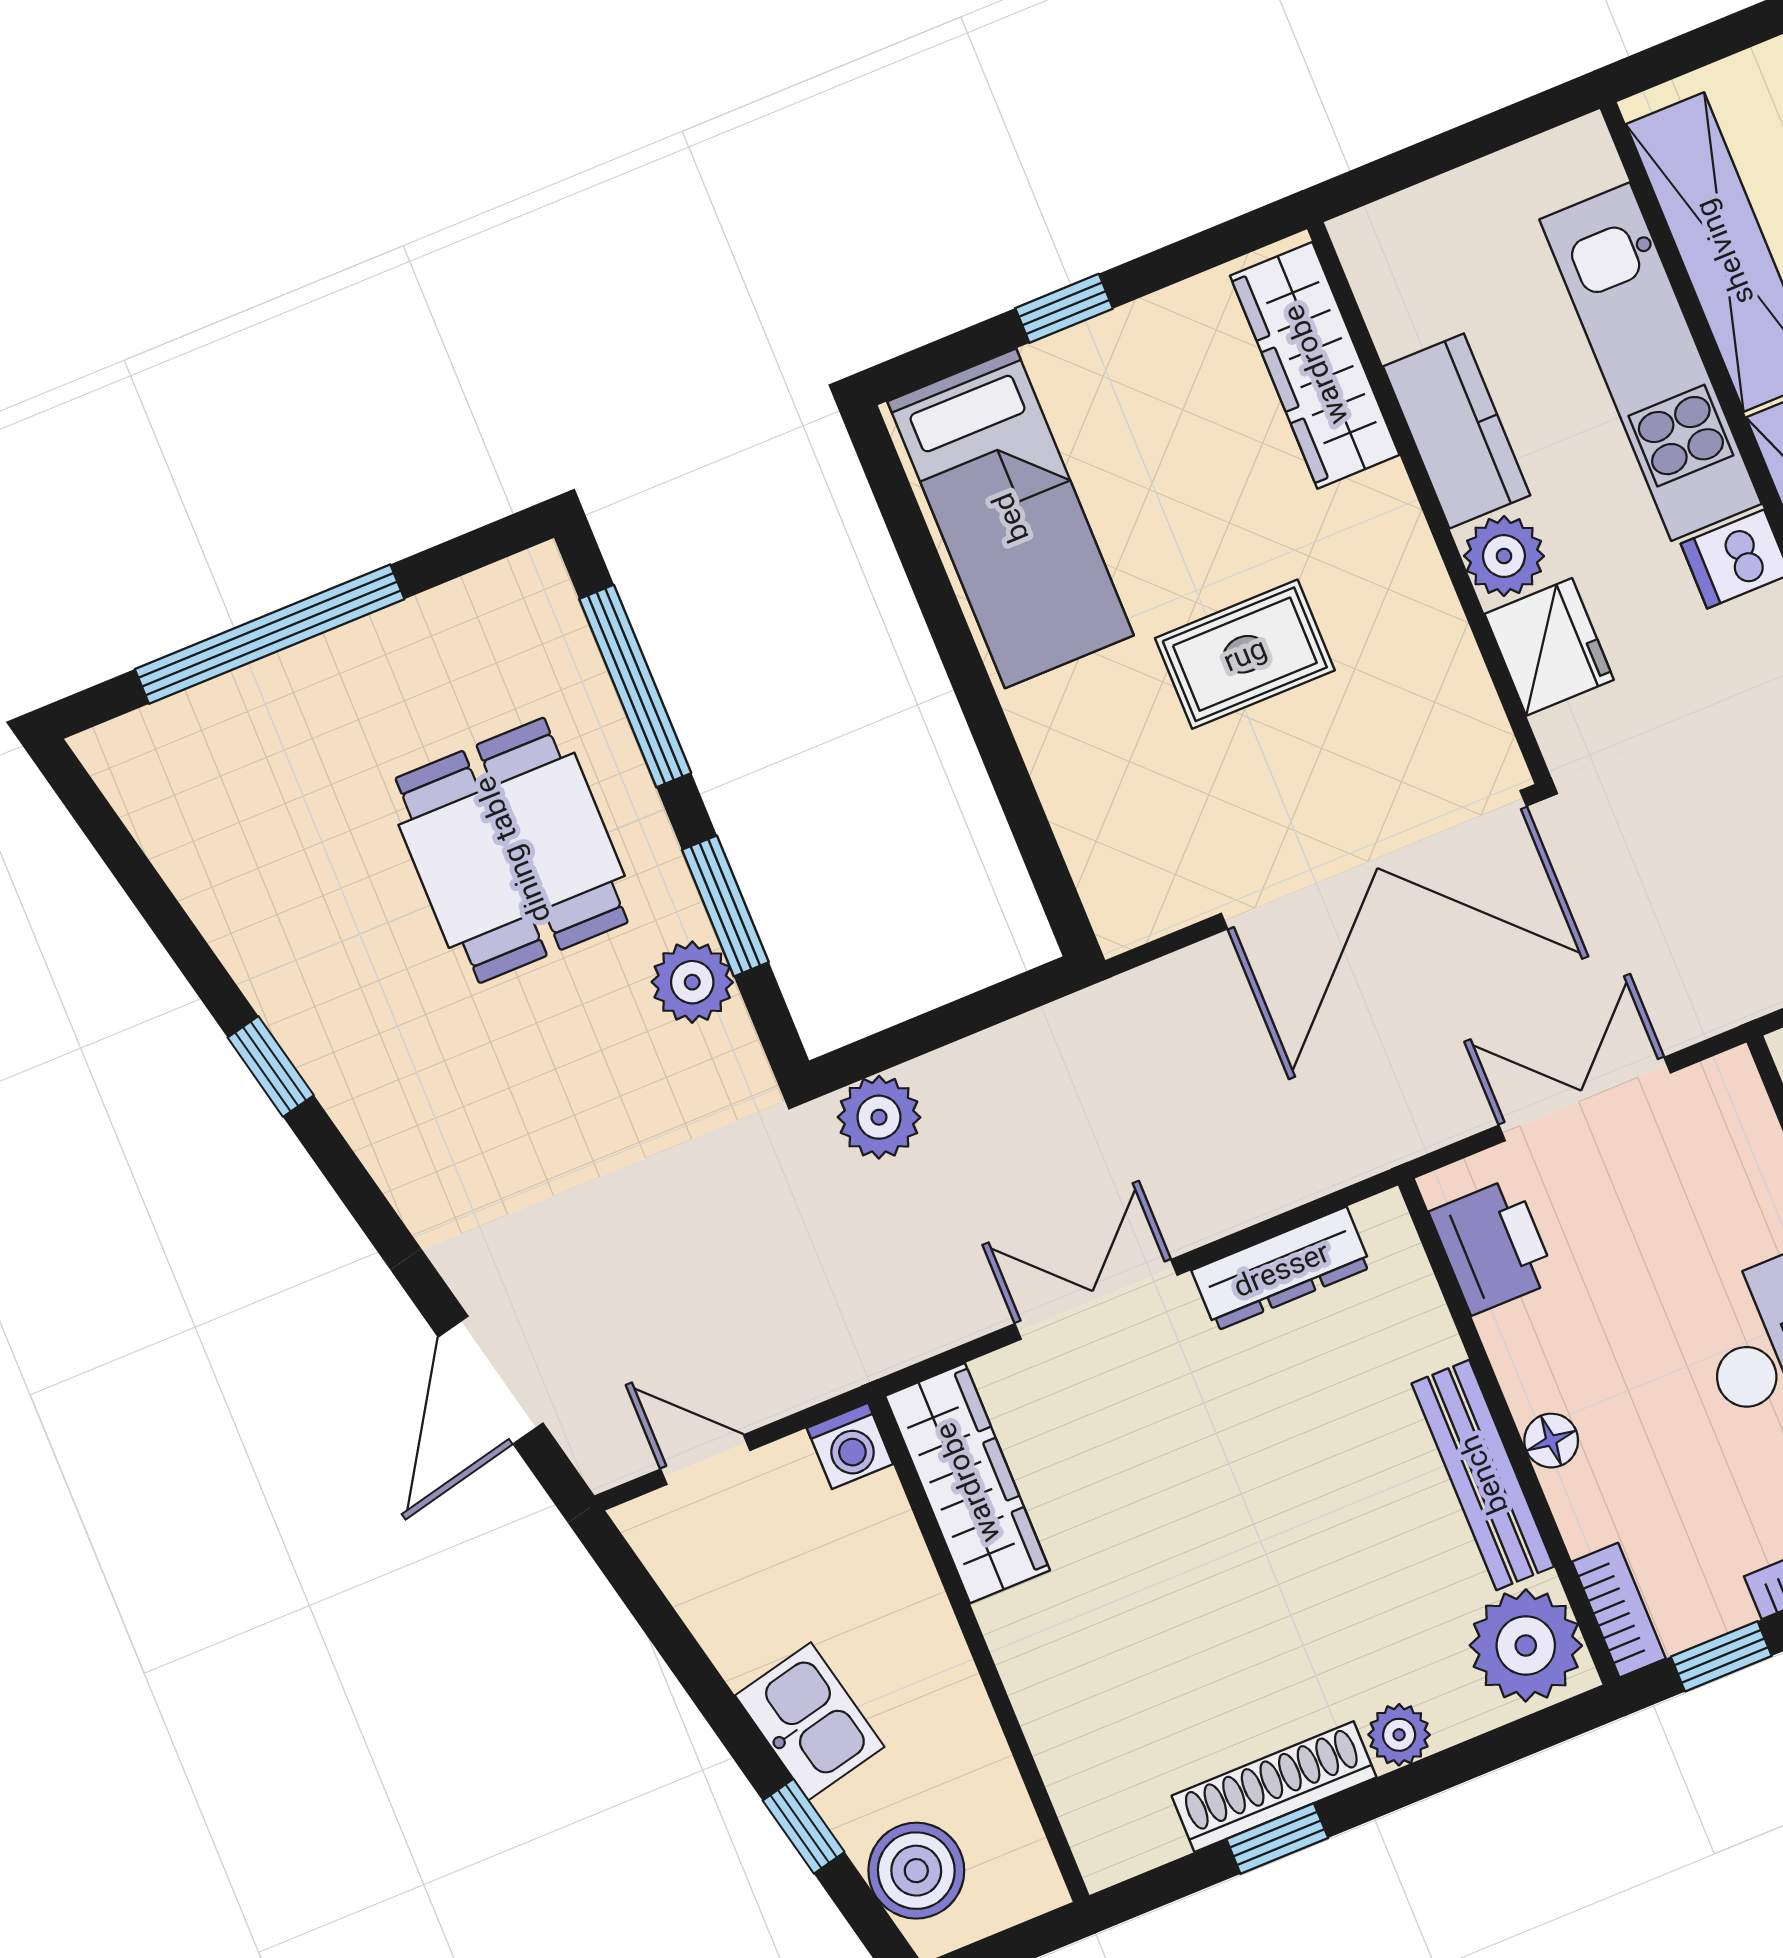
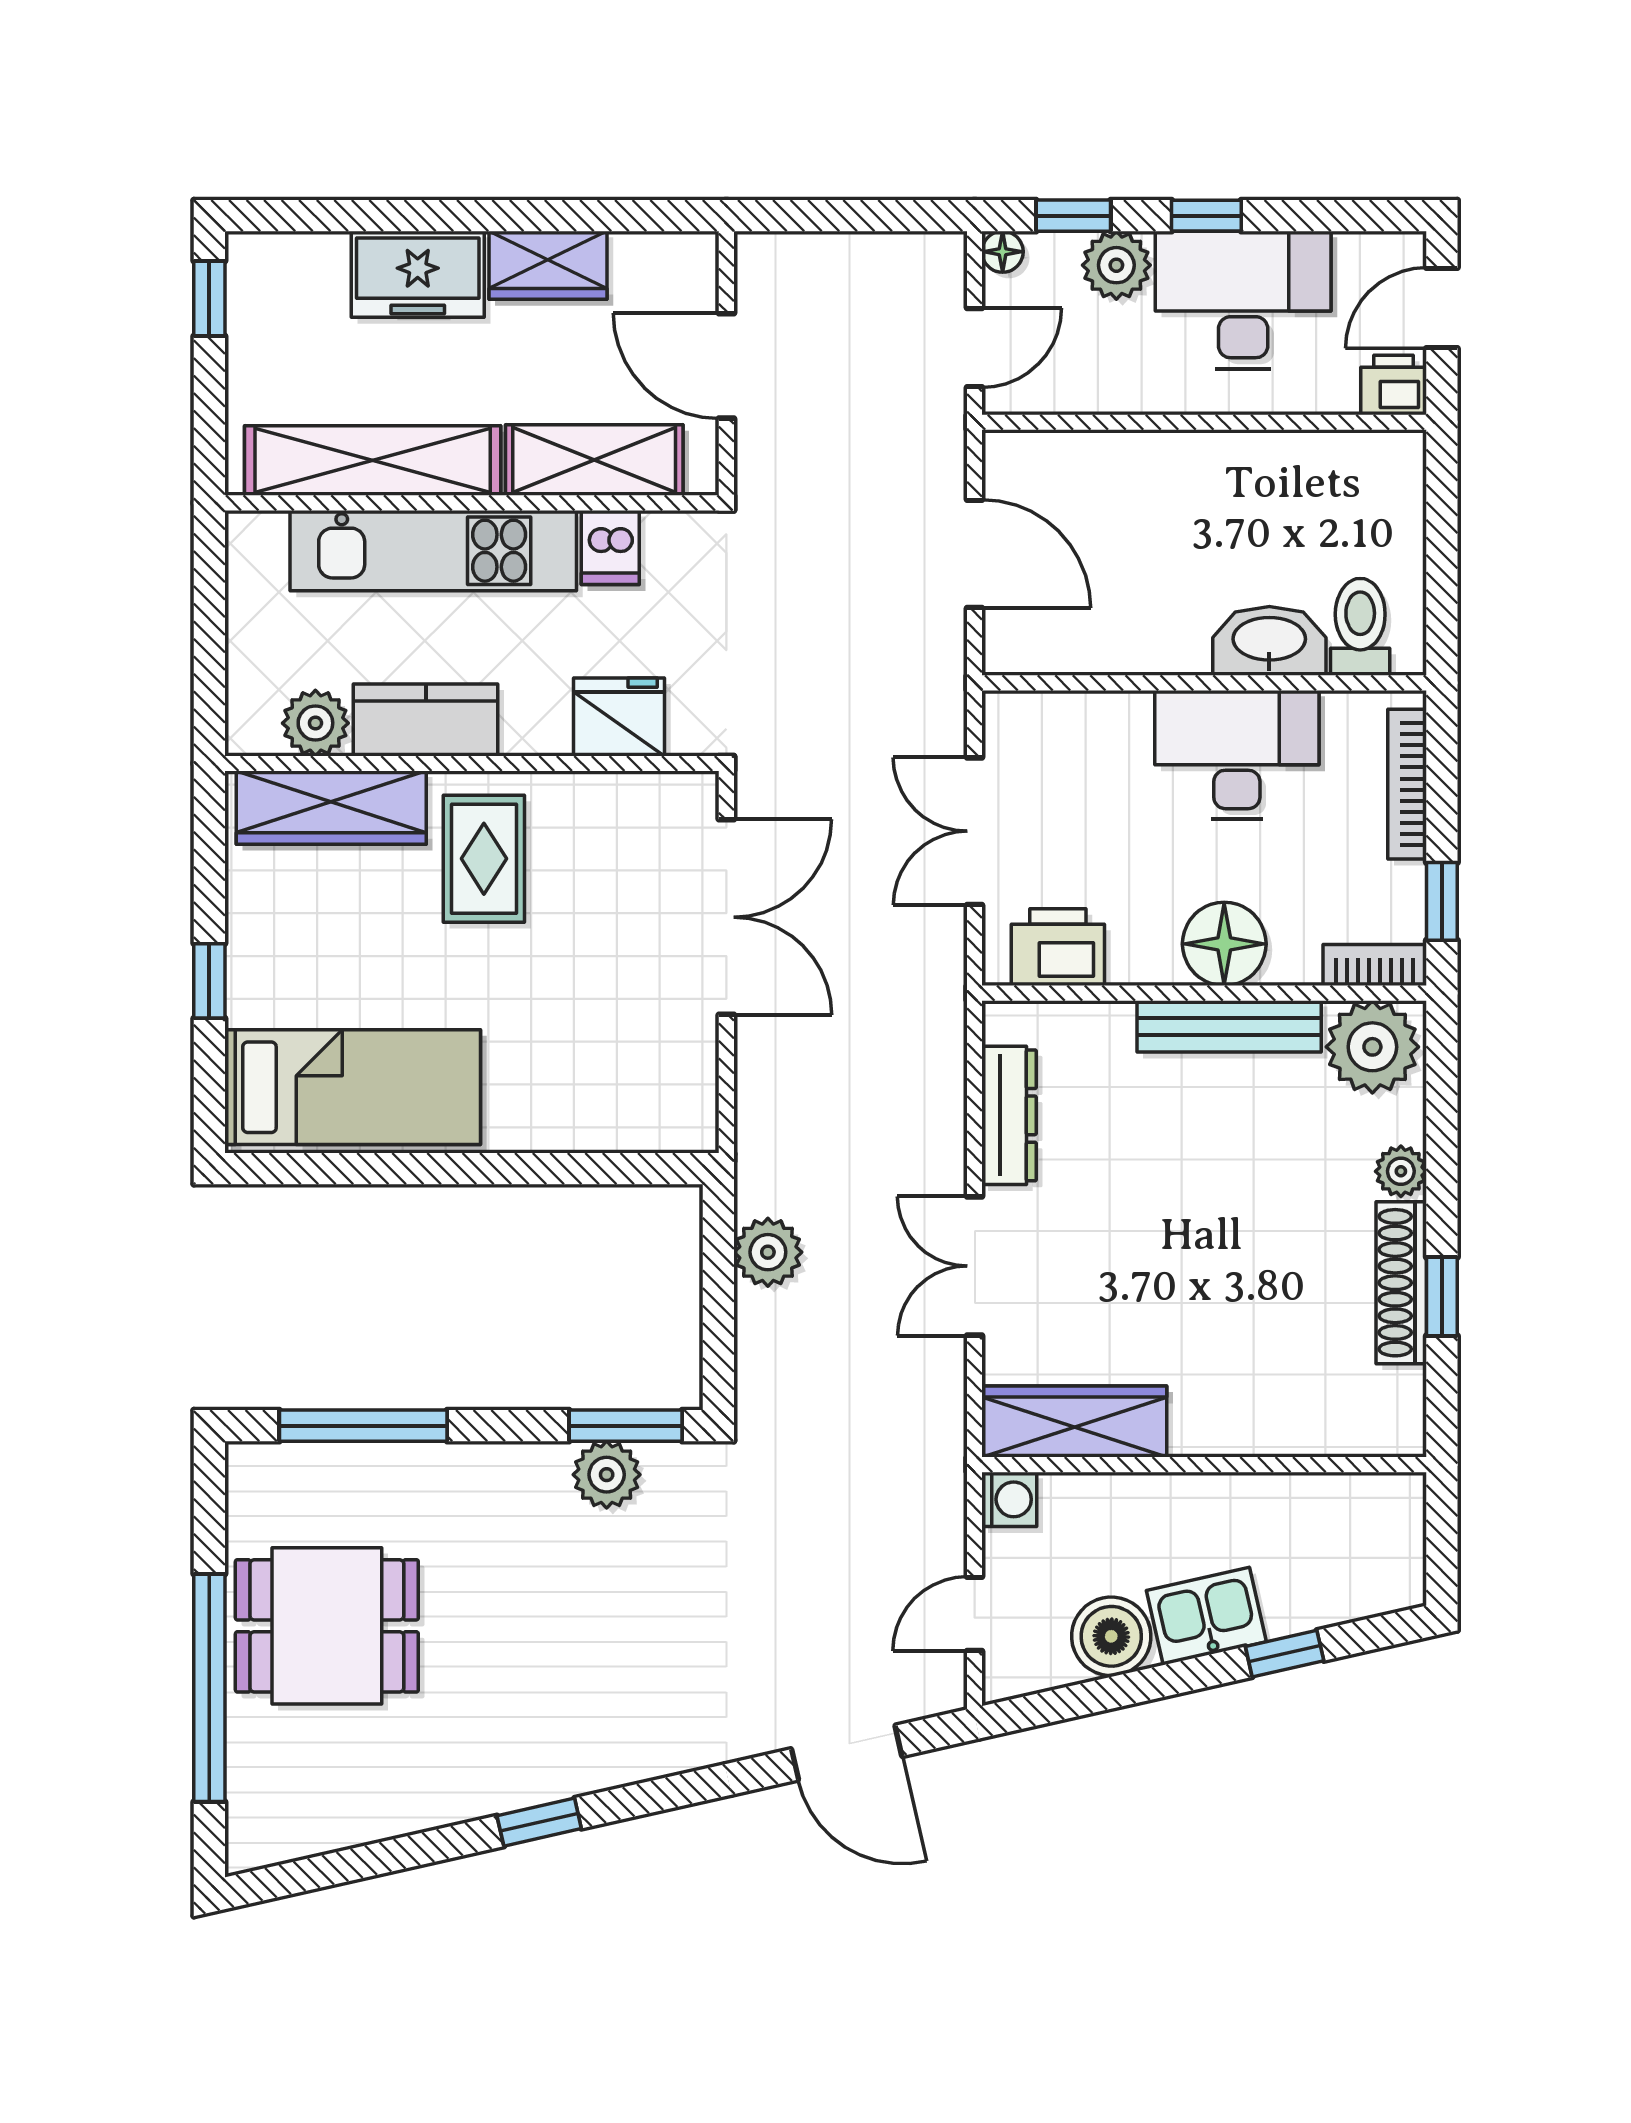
plant: (1504, 556) -> (315, 723), moved
rug: (1245, 654) -> (484, 859), moved
dining table: (512, 850) -> (327, 1626), moved
double door: (1374, 860) -> (726, 917), width x0.73
window: (725, 906) -> (626, 1426), moved
plant: (879, 1117) -> (768, 1252), moved
floor lamp: (1551, 1441) -> (1224, 944), width x1.89, depth x1.89
boiler: (916, 1871) -> (1111, 1636), moved

